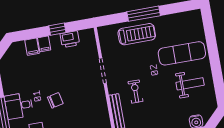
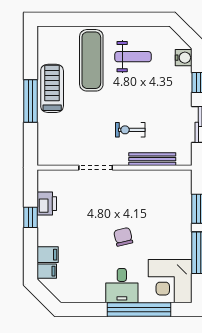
treadmill: (137, 34) -> (52, 88), moved
filing cabinet: (44, 44) -> (47, 271), moved
weight bench: (190, 84) -> (133, 57), turned 90

